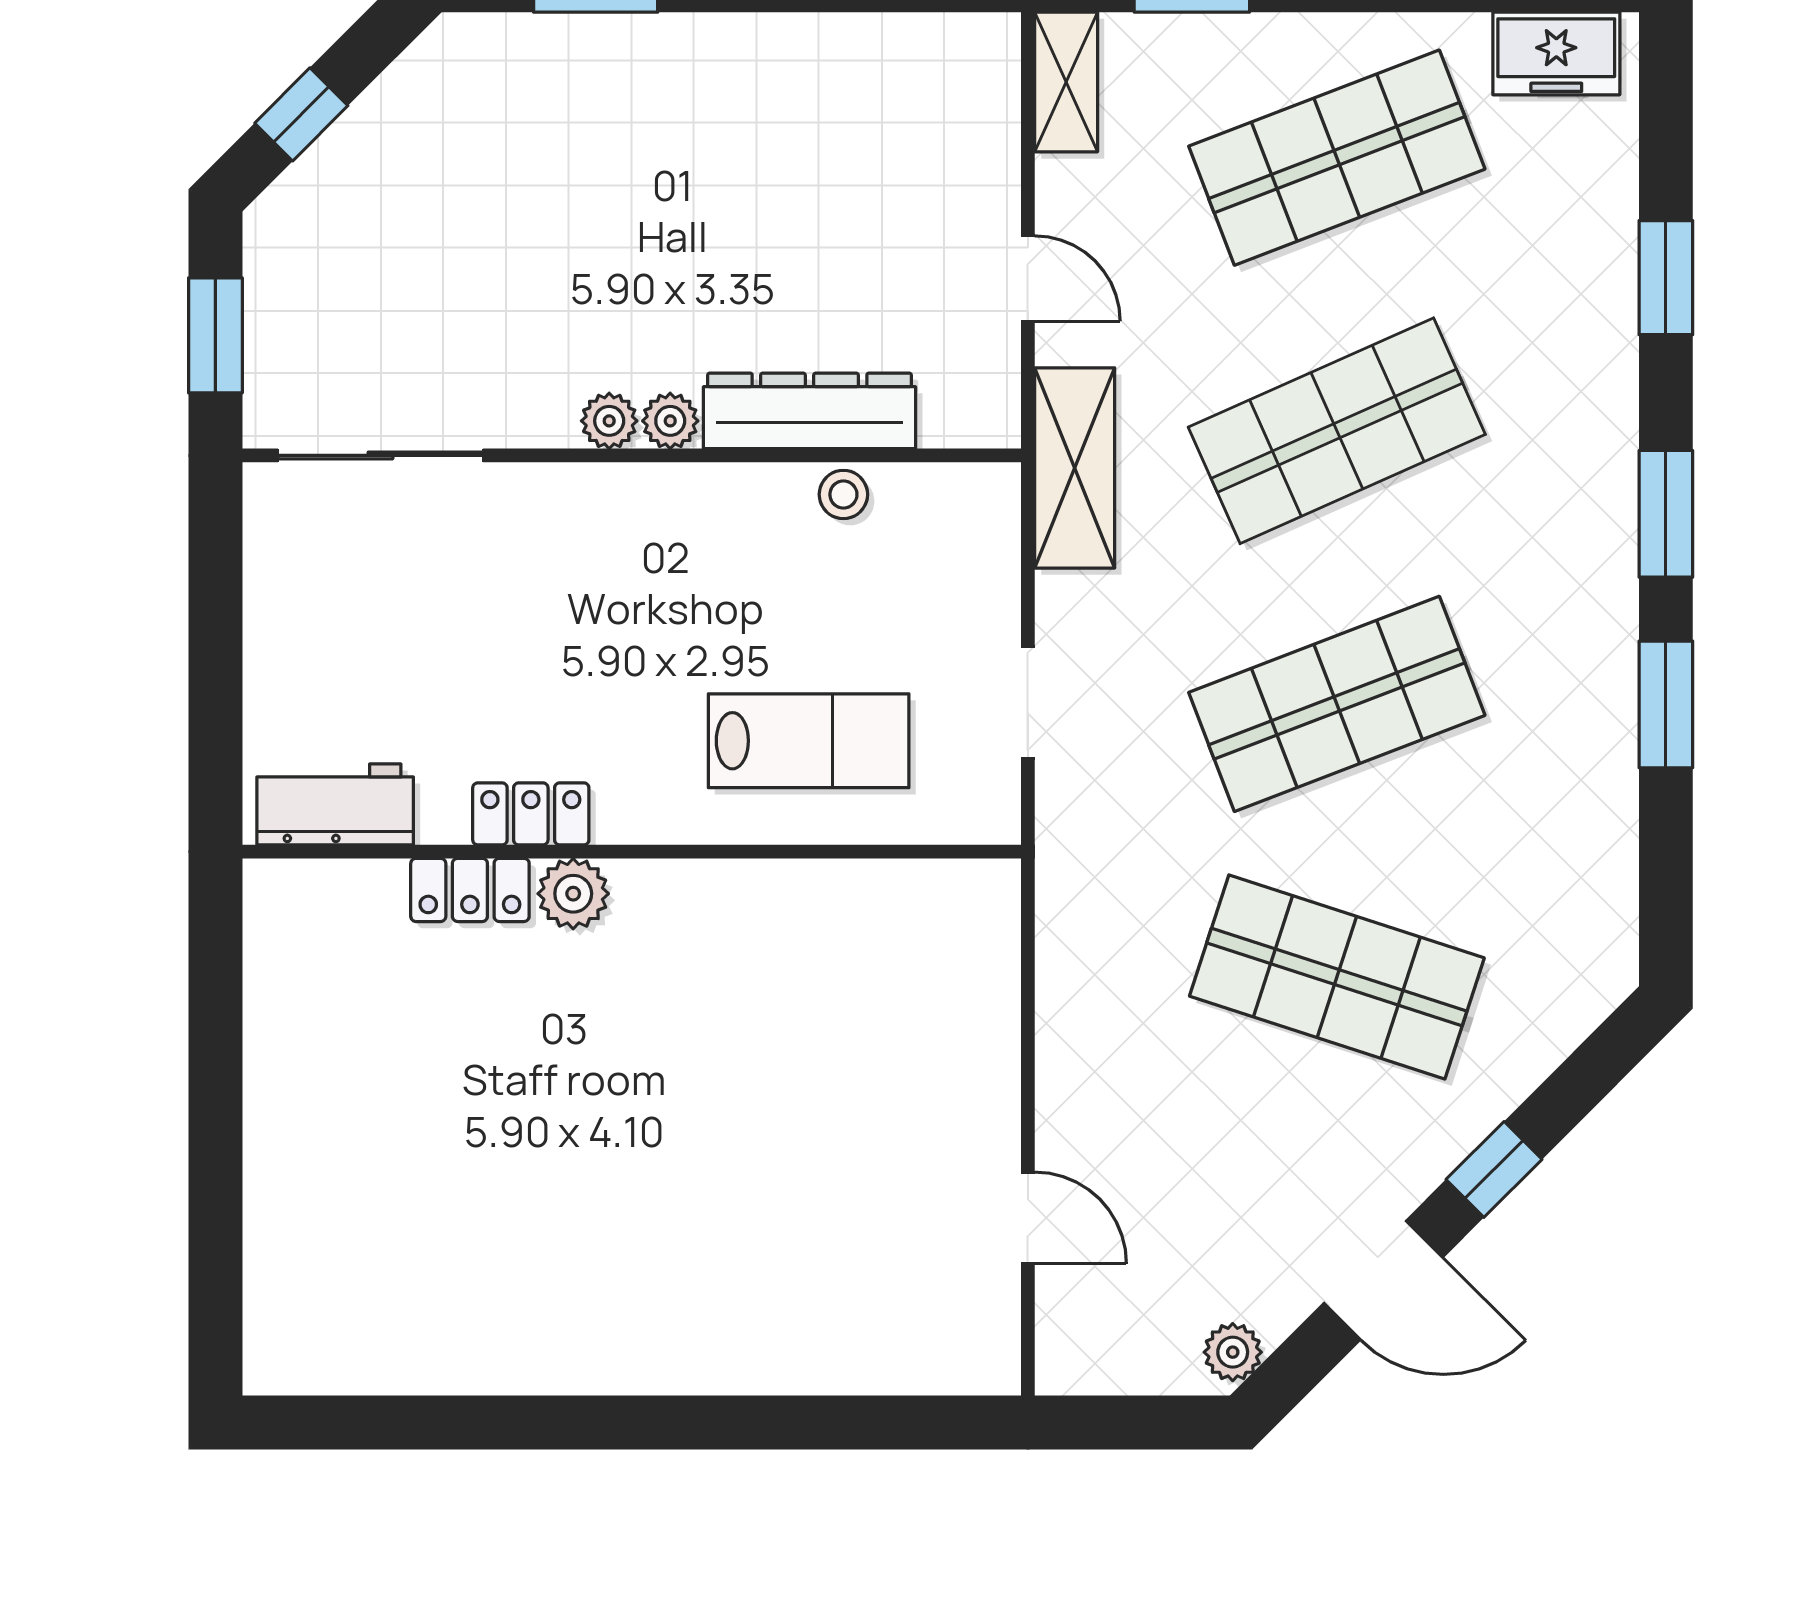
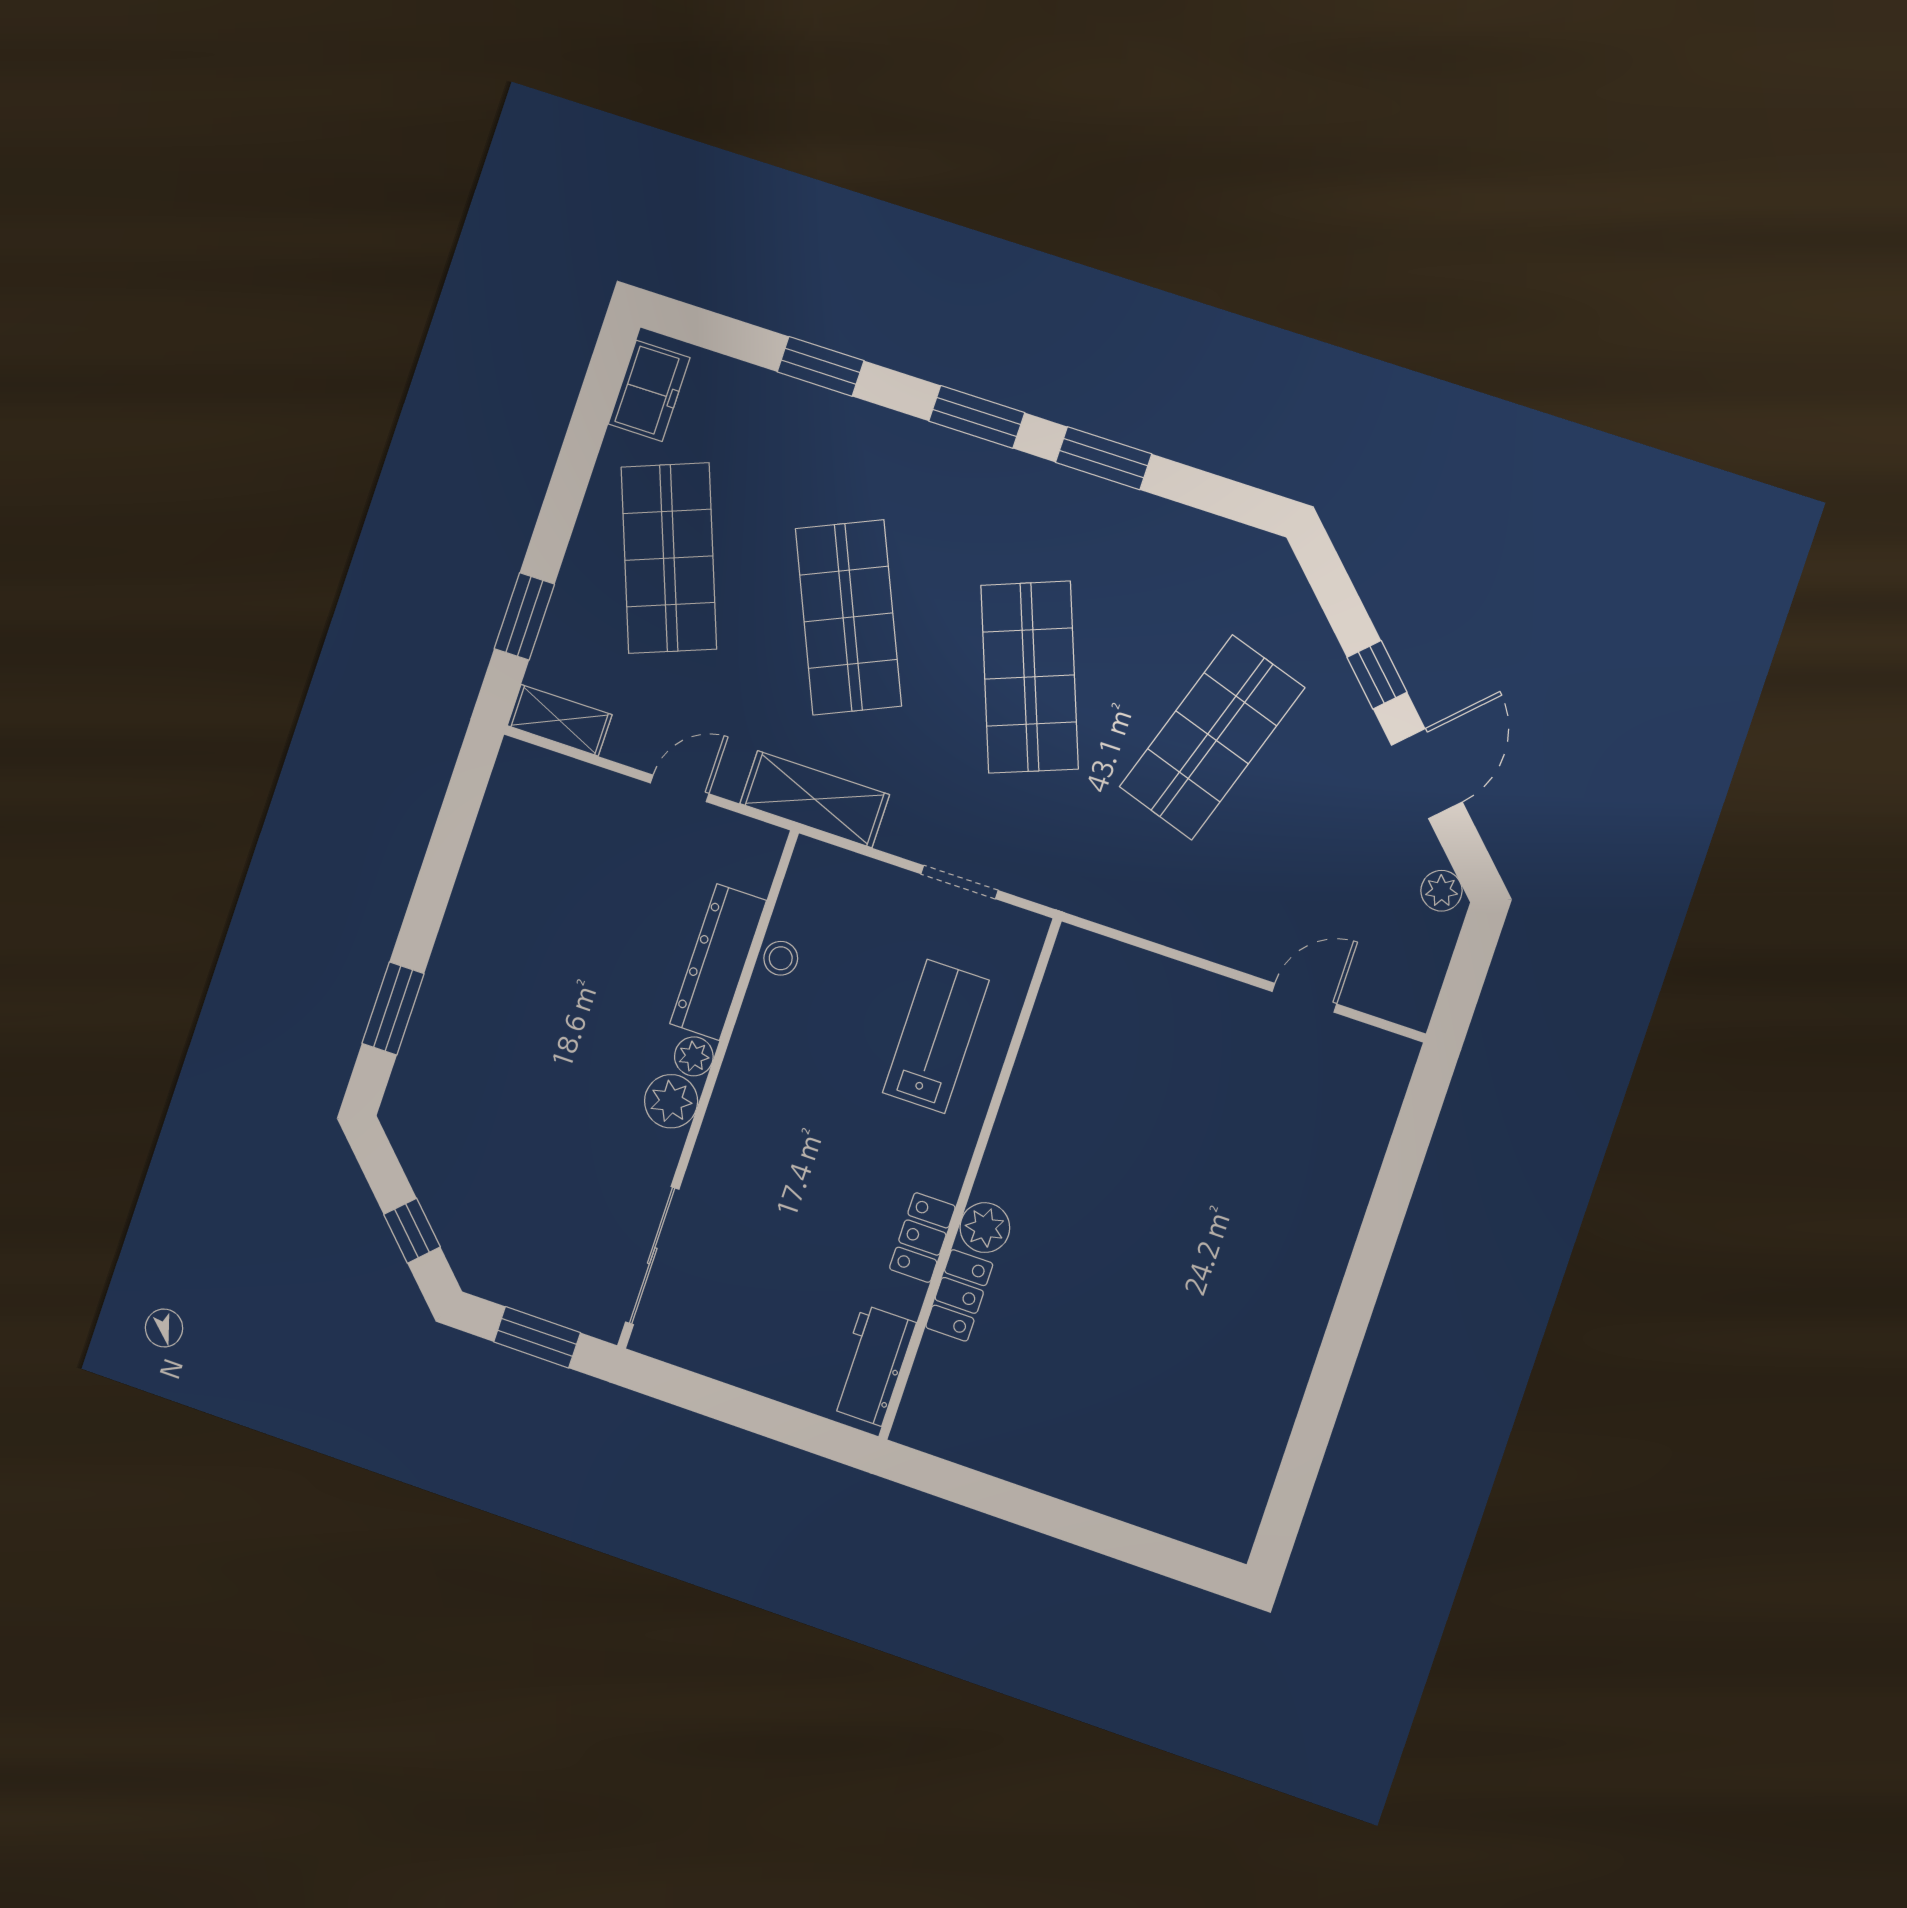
plant: (609, 421) -> (671, 1101), width x1.38, depth x1.38

